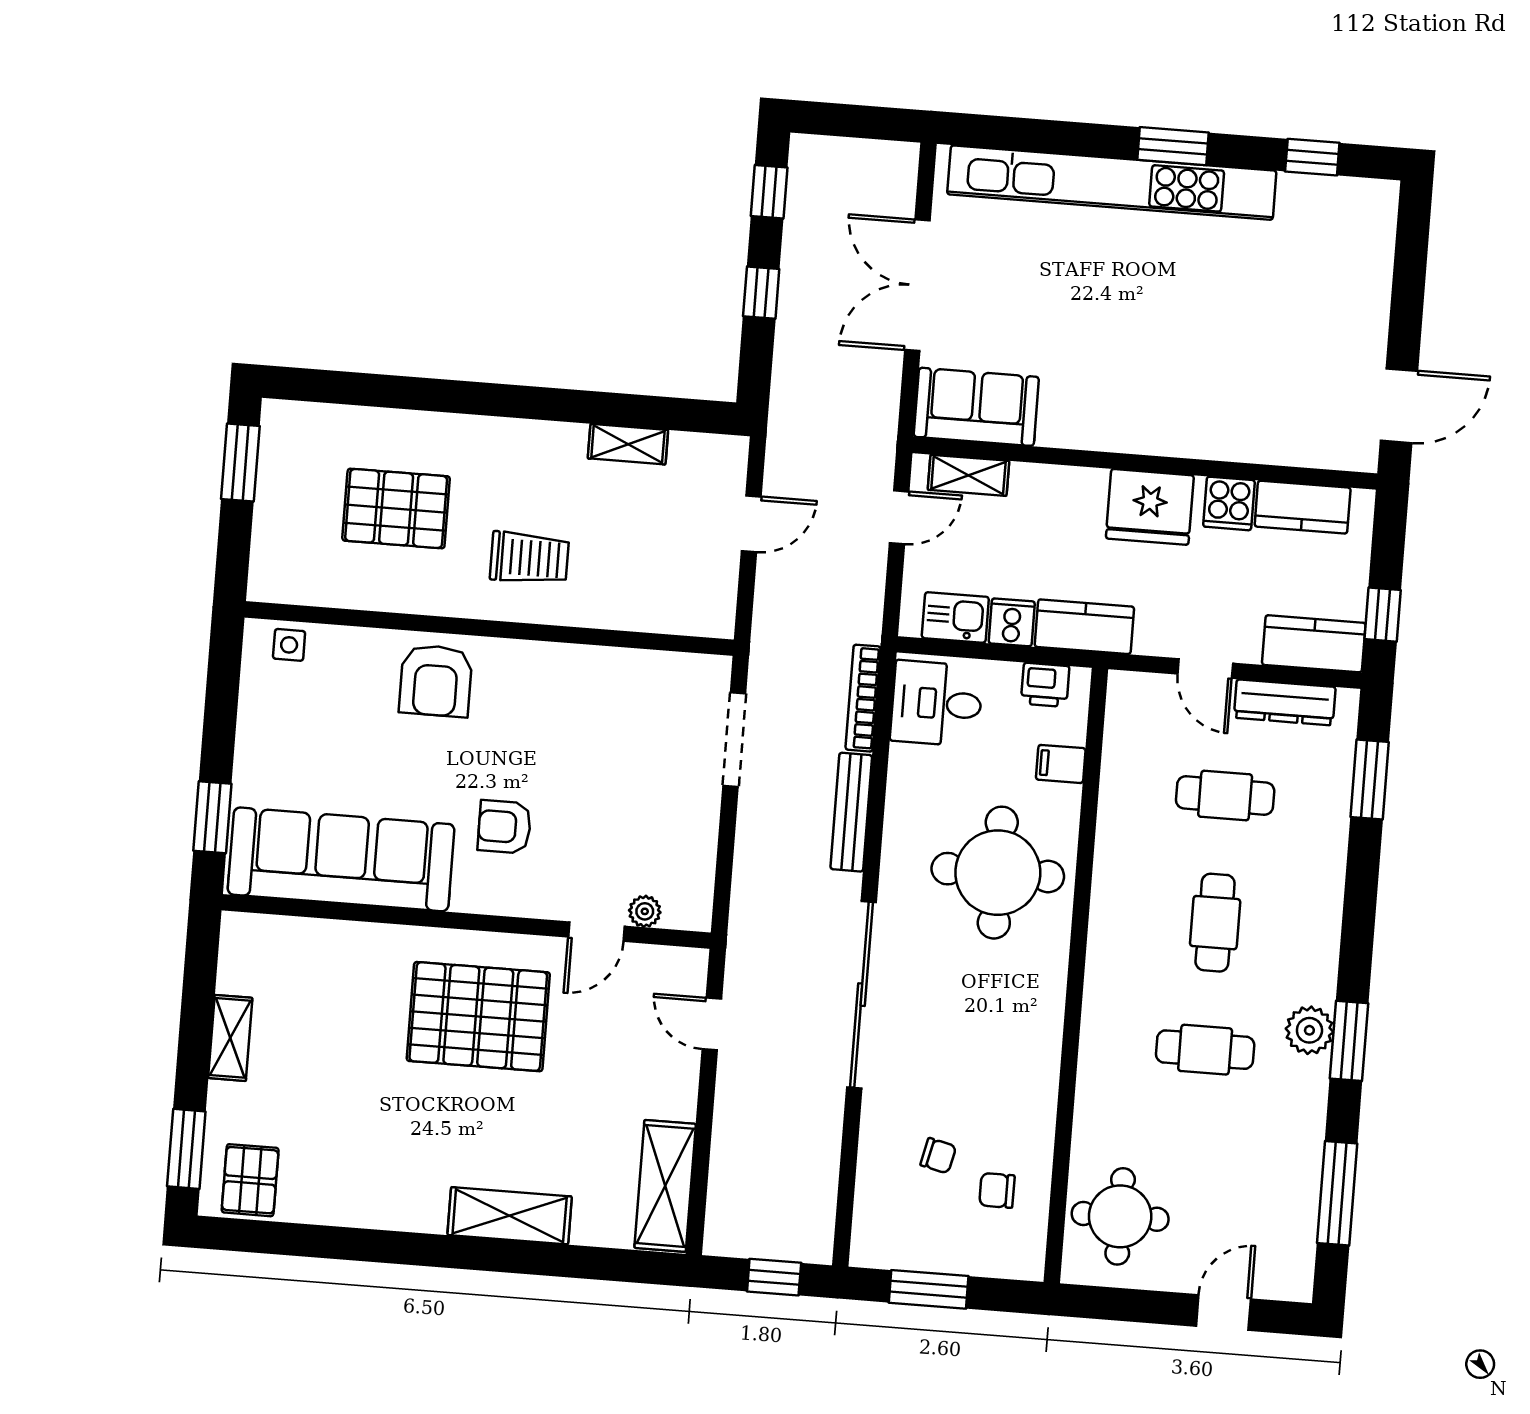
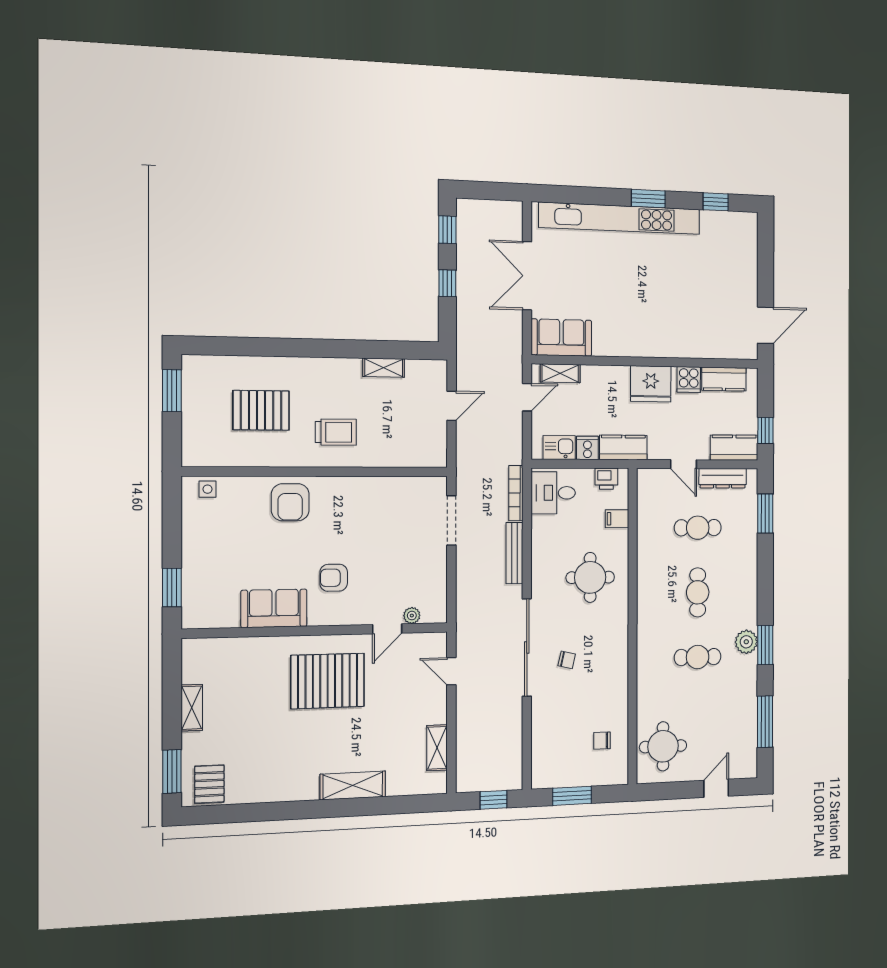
sofa: (341, 859) -> (274, 608), width x0.54, depth x0.79
round table: (998, 873) -> (590, 577), width x0.73, depth x0.73
chair: (938, 1156) -> (567, 660), moved
shelving: (665, 1186) -> (437, 748), width x0.67, depth x0.75

